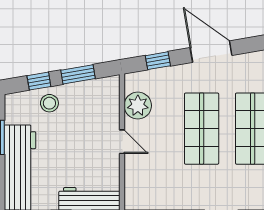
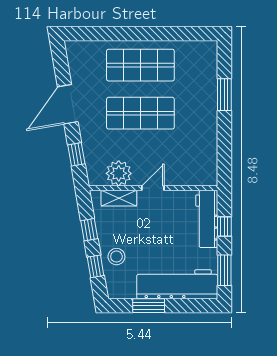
window: (78, 74) -> (89, 230), width x0.67
shelving: (111, 106) -> (119, 198), added

